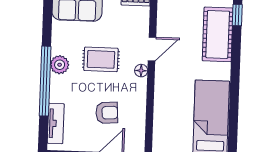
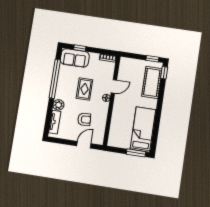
rug: (101, 59) -> (84, 89), turned 90
plant: (60, 65) -> (58, 105), moved
window: (45, 81) -> (55, 79), moved

